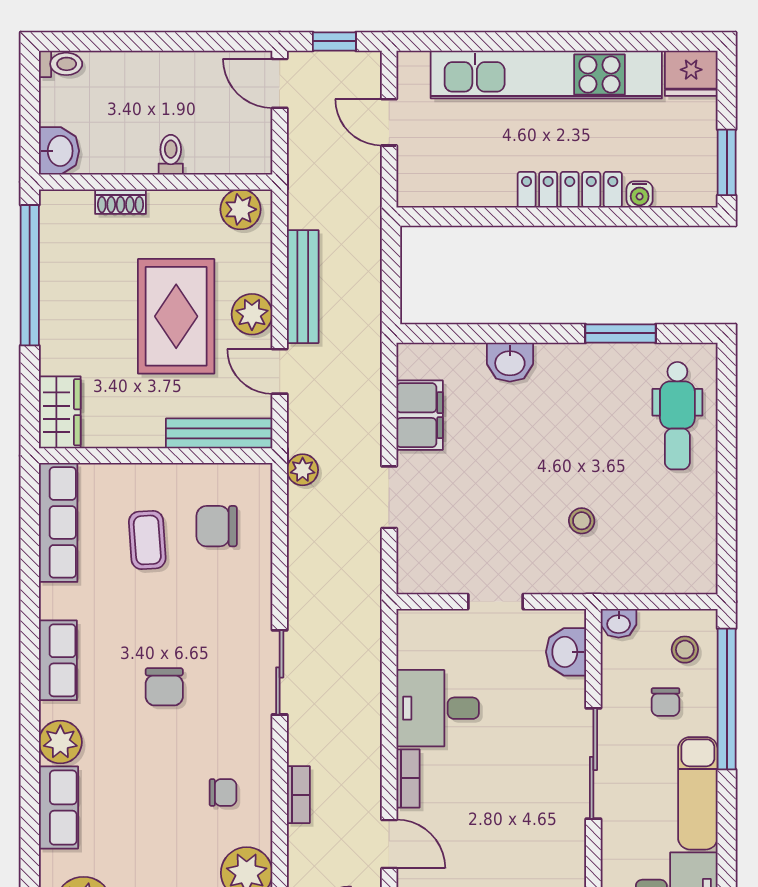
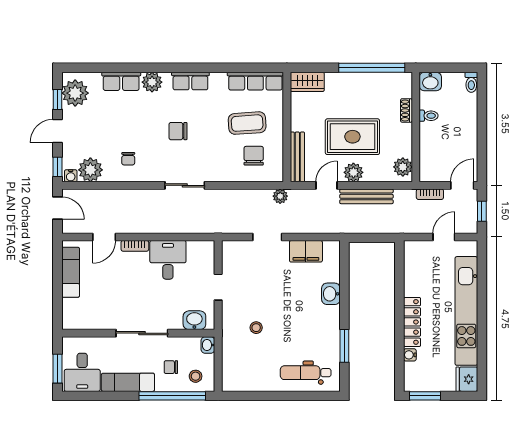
toilet: (171, 155) -> (429, 116), moved
coffee table: (147, 540) -> (247, 123), width x1.36, depth x1.30
bookcase: (298, 795) -> (430, 194), moved

